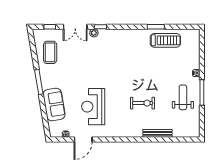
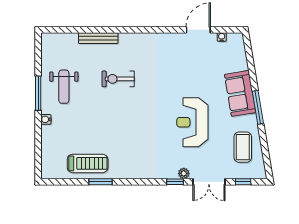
double door: (75, 27) -> (209, 182), swing flipped
treadmill: (165, 40) -> (88, 163), turned 180
sofa: (54, 104) -> (240, 93), moved
reception desk: (93, 107) -> (192, 122), moved, turned 180

